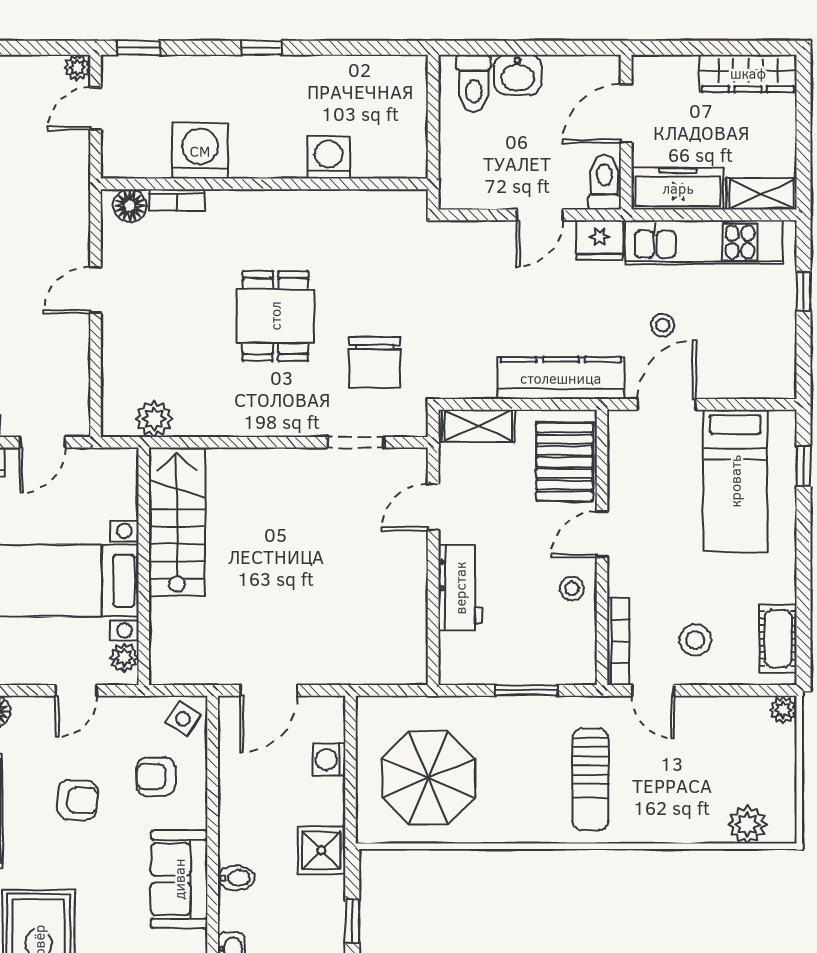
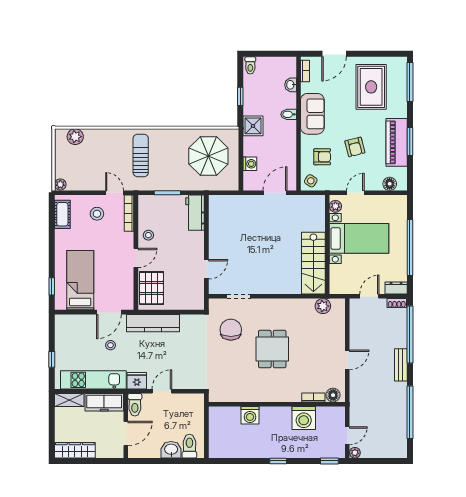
shelving: (478, 426) -> (188, 303), removed
workbench: (460, 588) -> (195, 213), moved
armchair: (77, 800) -> (355, 147), turned -108

